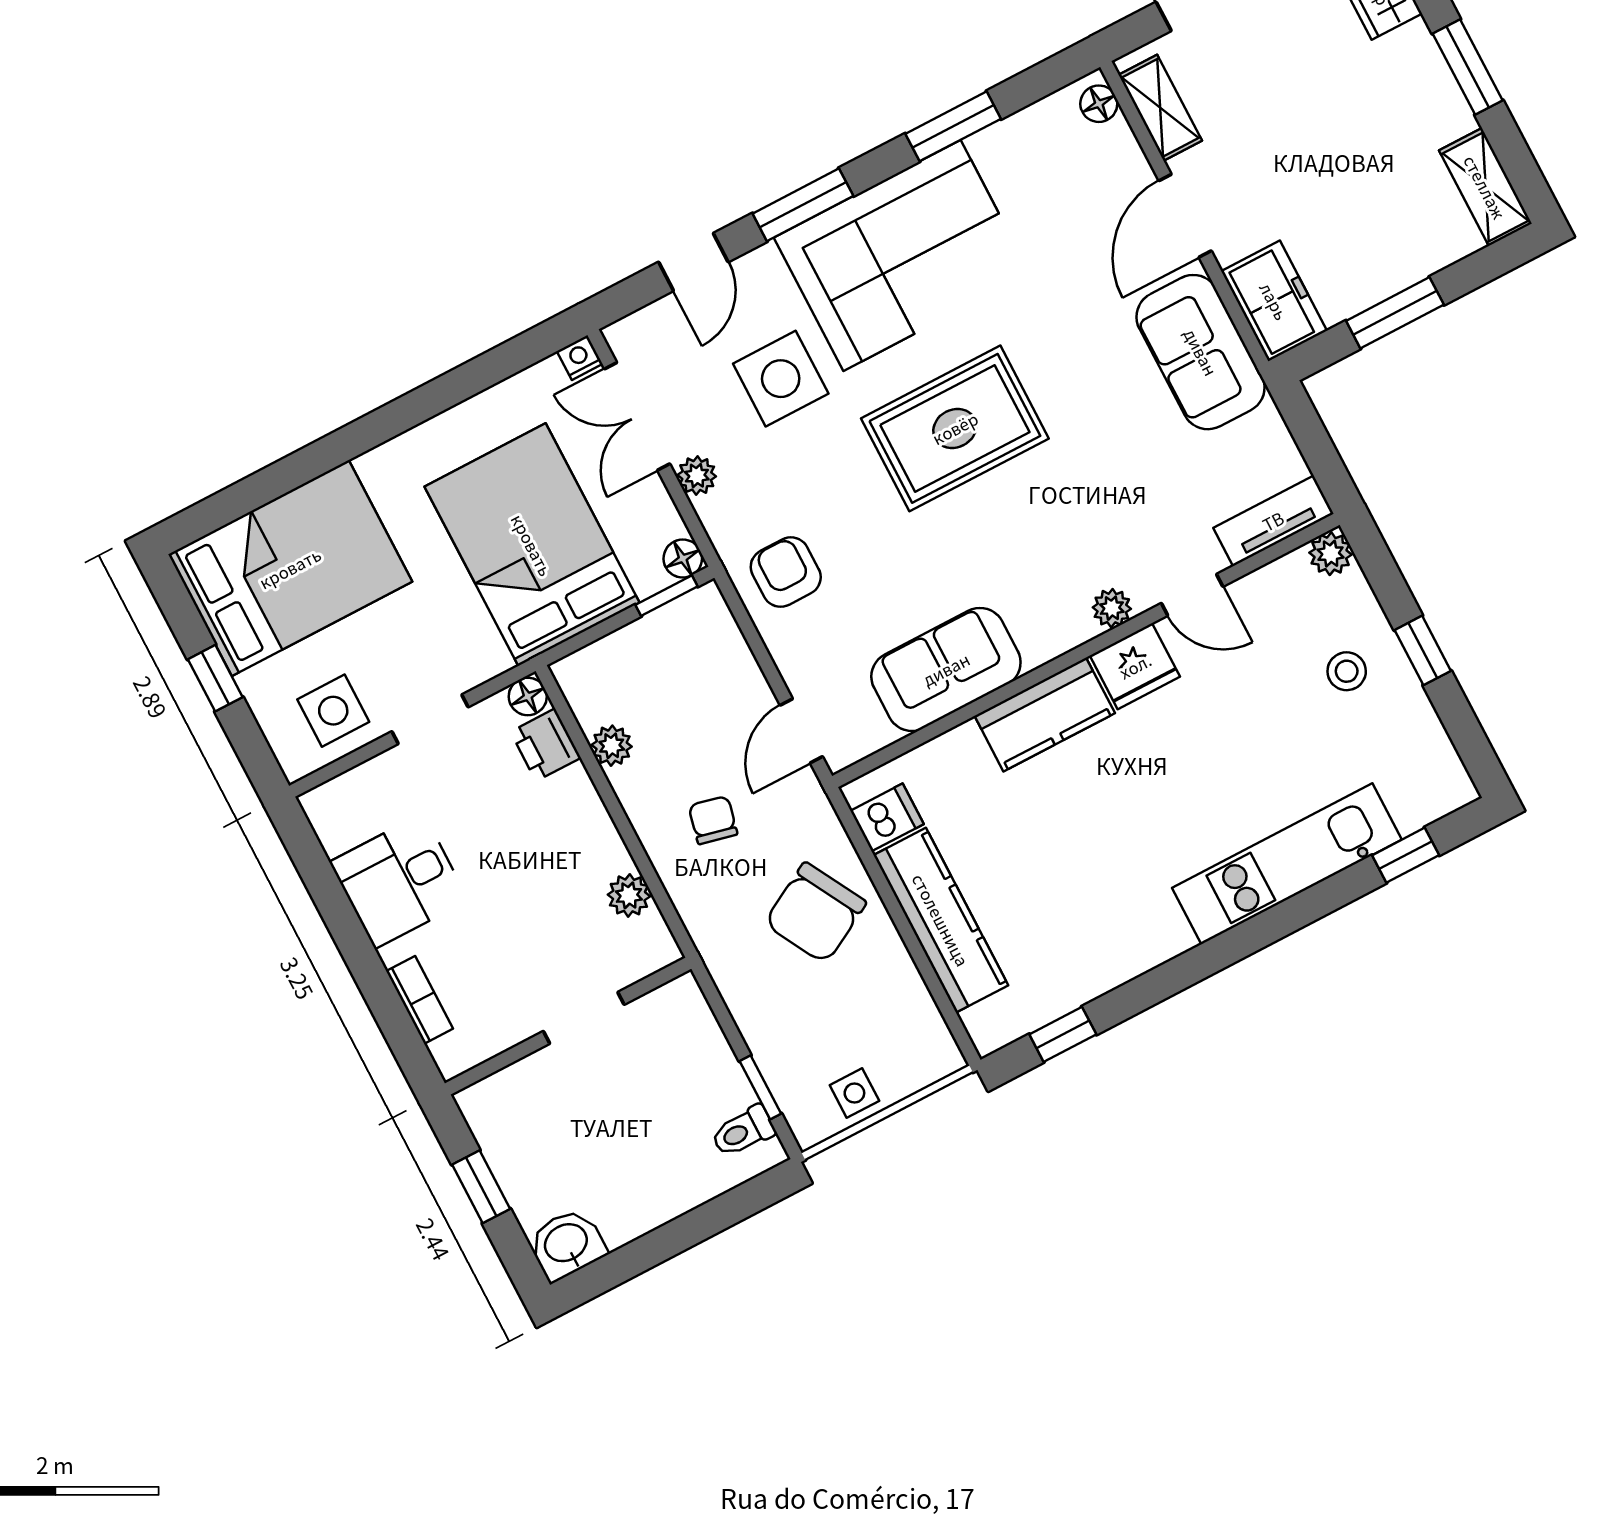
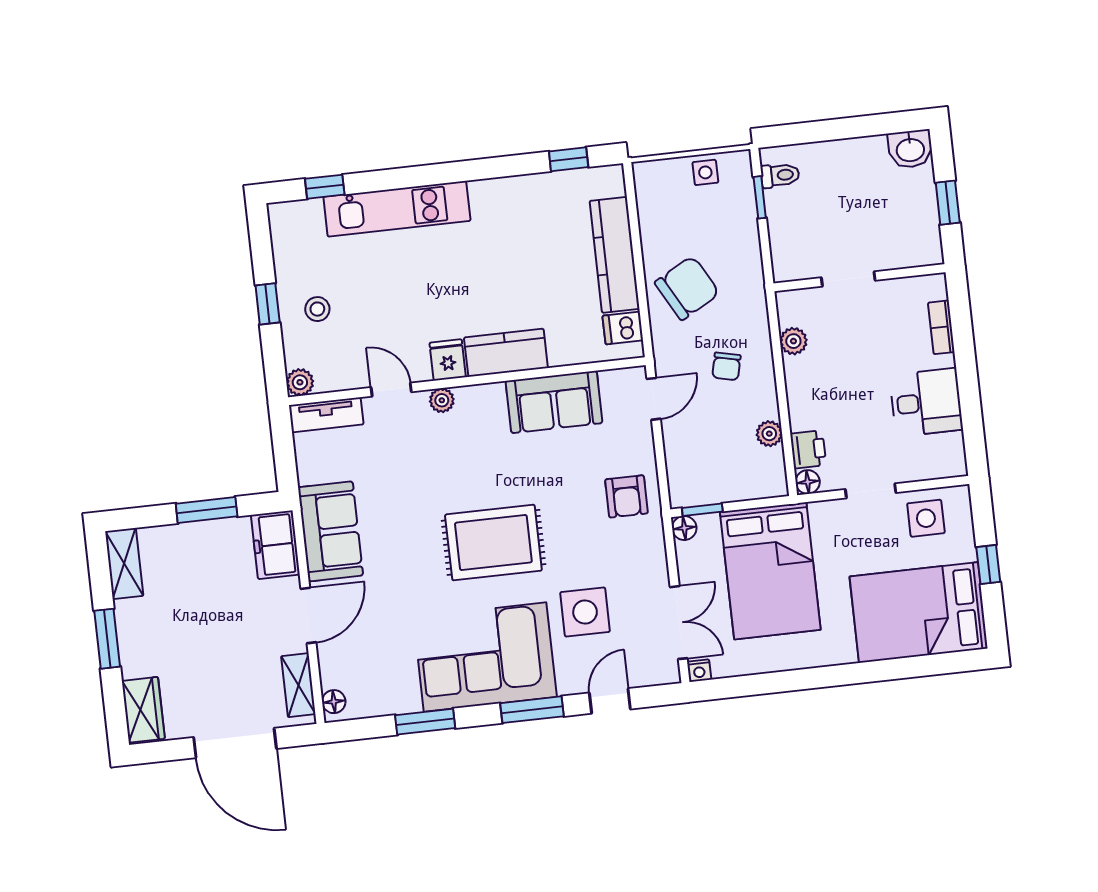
plant: (697, 476) -> (657, 574), removed
fridge: (1135, 666) -> (448, 360), width x0.72

